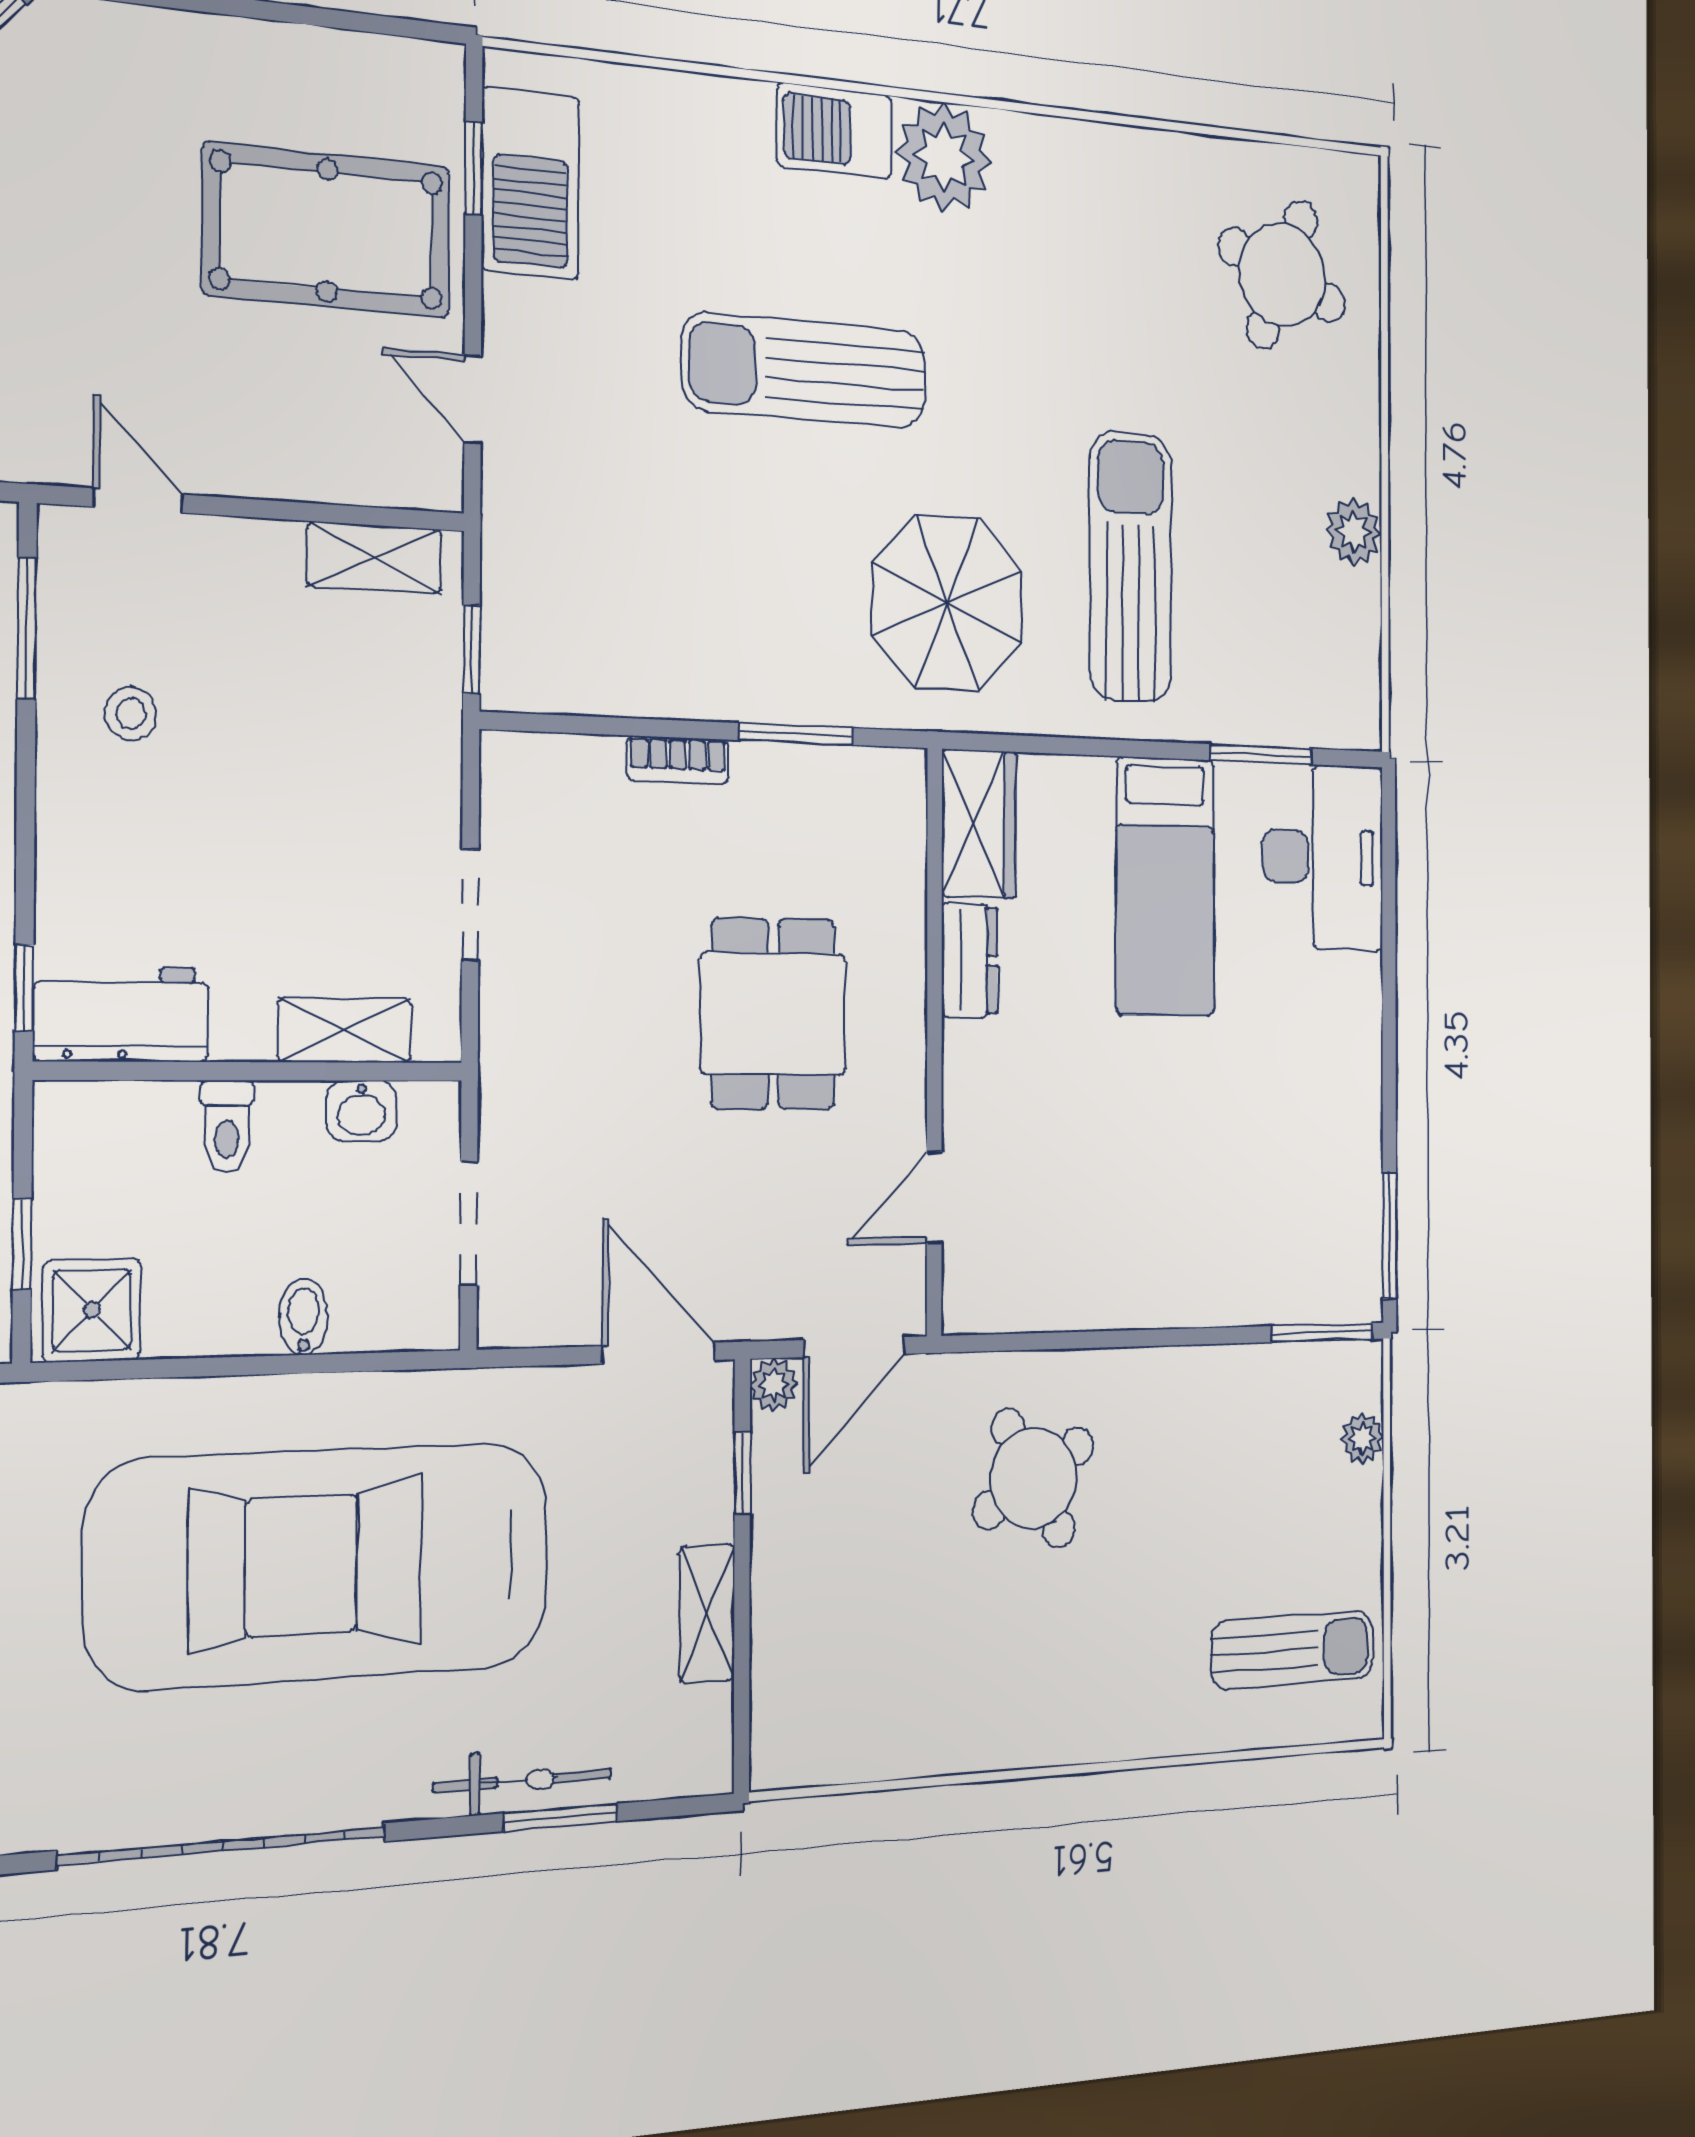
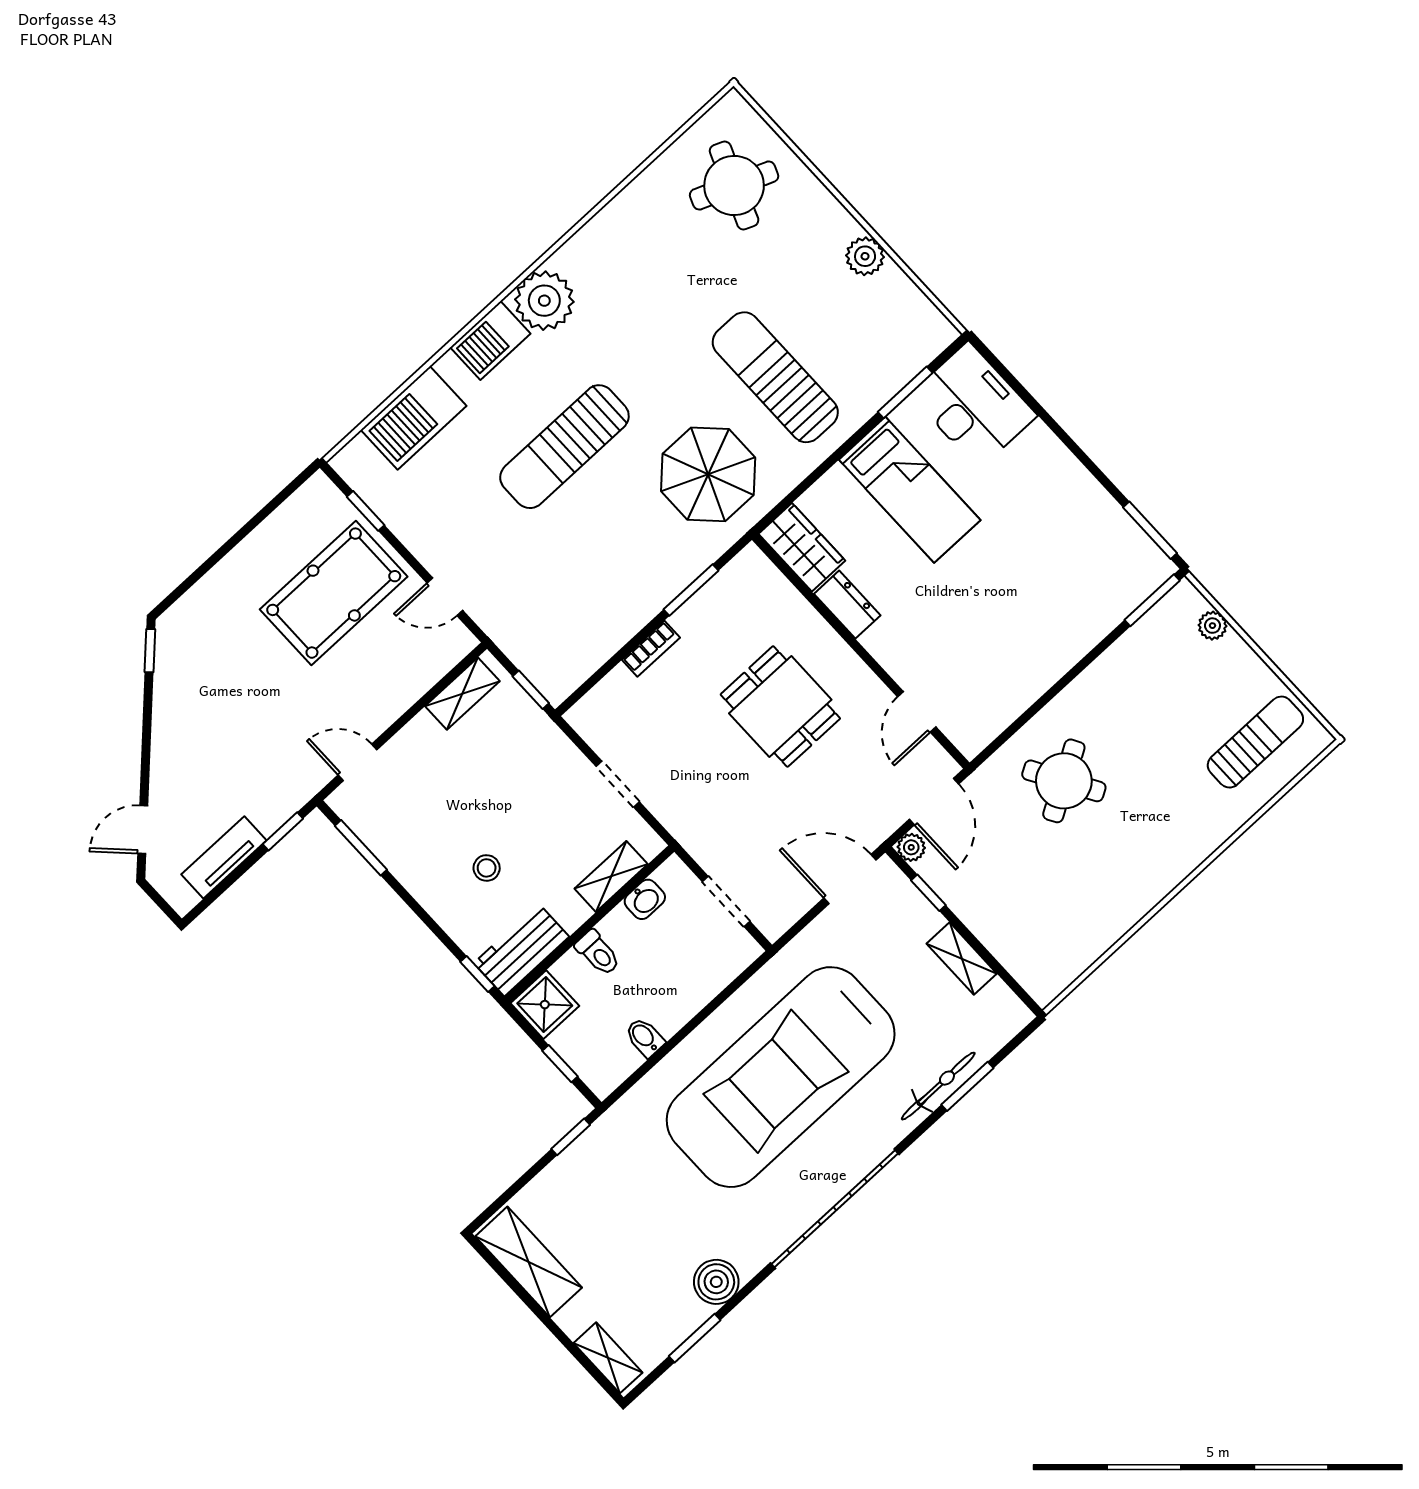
barbecue: (531, 183) -> (414, 418), moved, turned 90
stool: (131, 714) -> (487, 868), moved
shower: (92, 1310) -> (545, 1005), moved
bidet: (304, 1317) -> (645, 1037), moved

